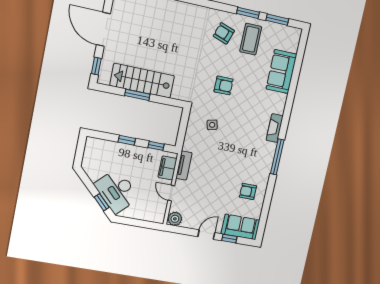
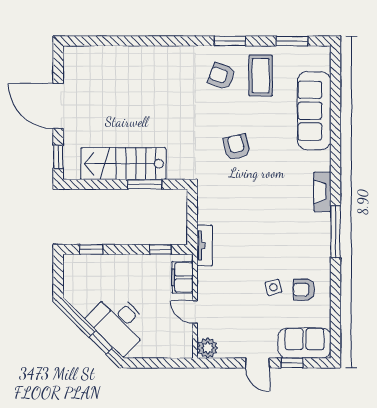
window: (248, 13) -> (230, 41), moved
sofa: (281, 72) -> (314, 111), width x1.36
armchair: (224, 85) -> (237, 147), turned -103
window: (137, 95) -> (145, 184), moved
side table: (212, 125) -> (273, 287), moved
window: (127, 140) -> (91, 249), moved
tv unit: (184, 165) -> (205, 246), moved
door: (206, 235) -> (257, 363), swing flipped

